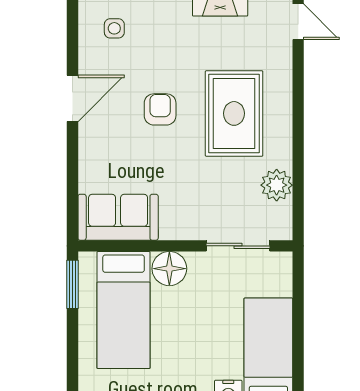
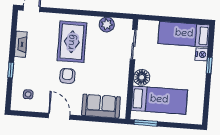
armchair: (160, 109) -> (67, 76), turned 90
rug: (234, 113) -> (72, 42), turned 90
sofa: (118, 217) -> (101, 106), moved, turned 90

